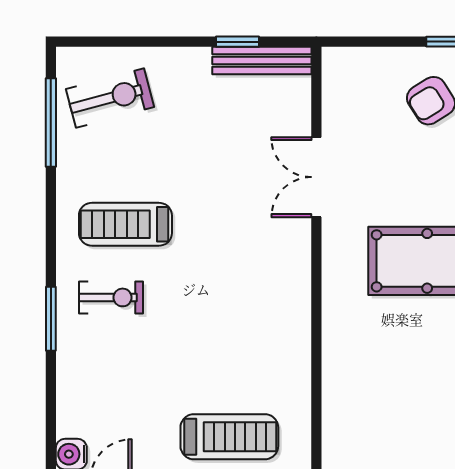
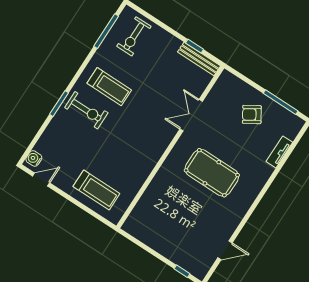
exercise bike: (110, 98) -> (134, 36), turned 105
treadmill: (125, 224) -> (109, 87), turned 180
exercise bike: (111, 297) -> (86, 110), width x1.38, depth x1.39

